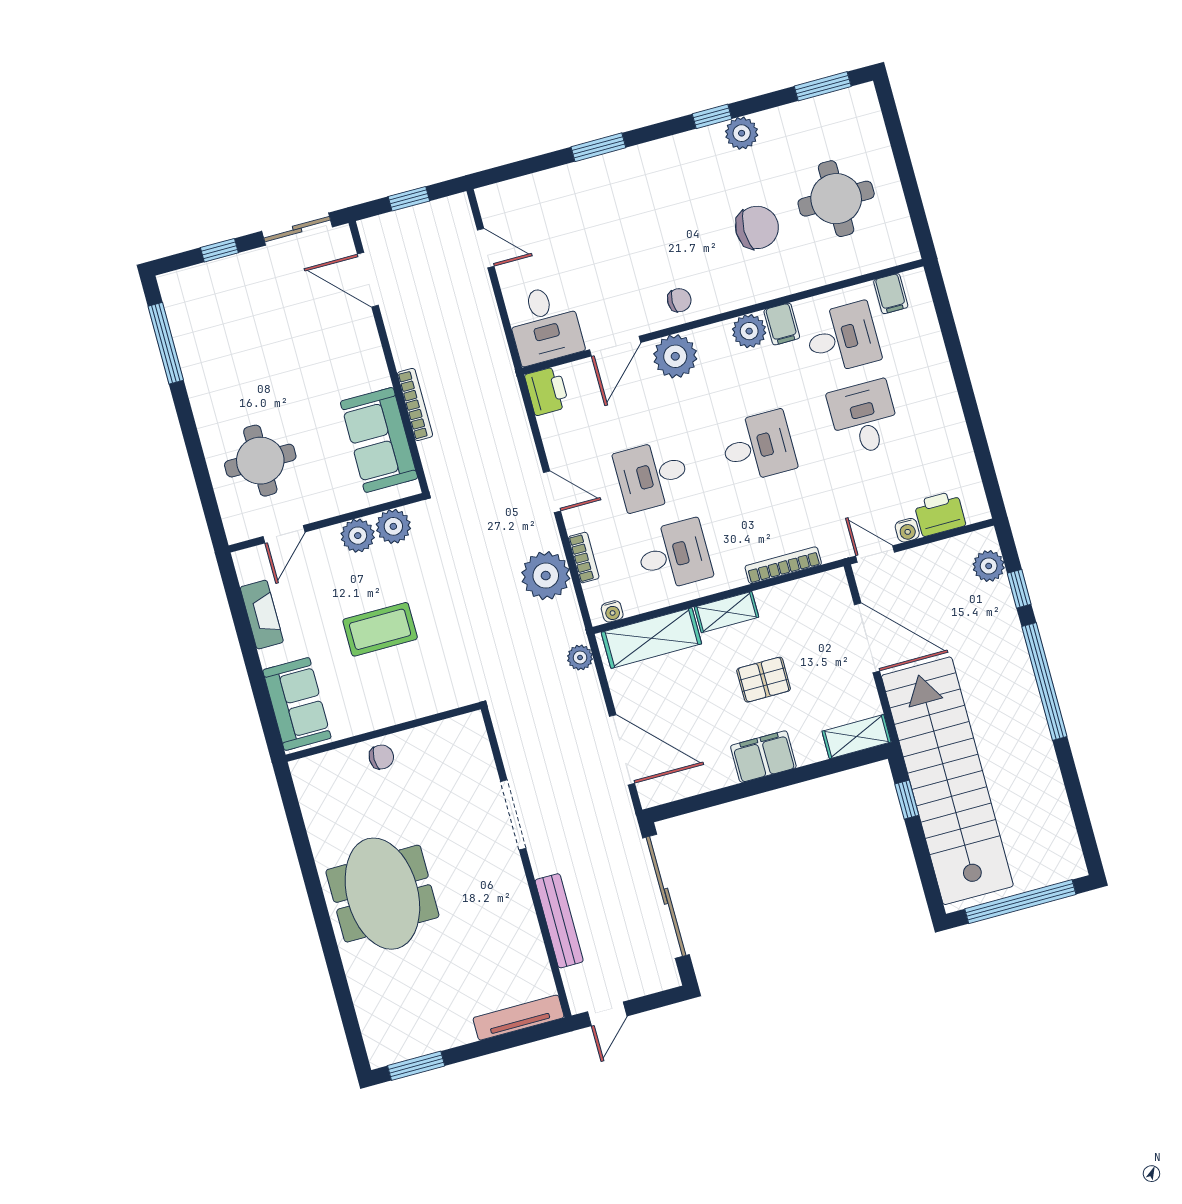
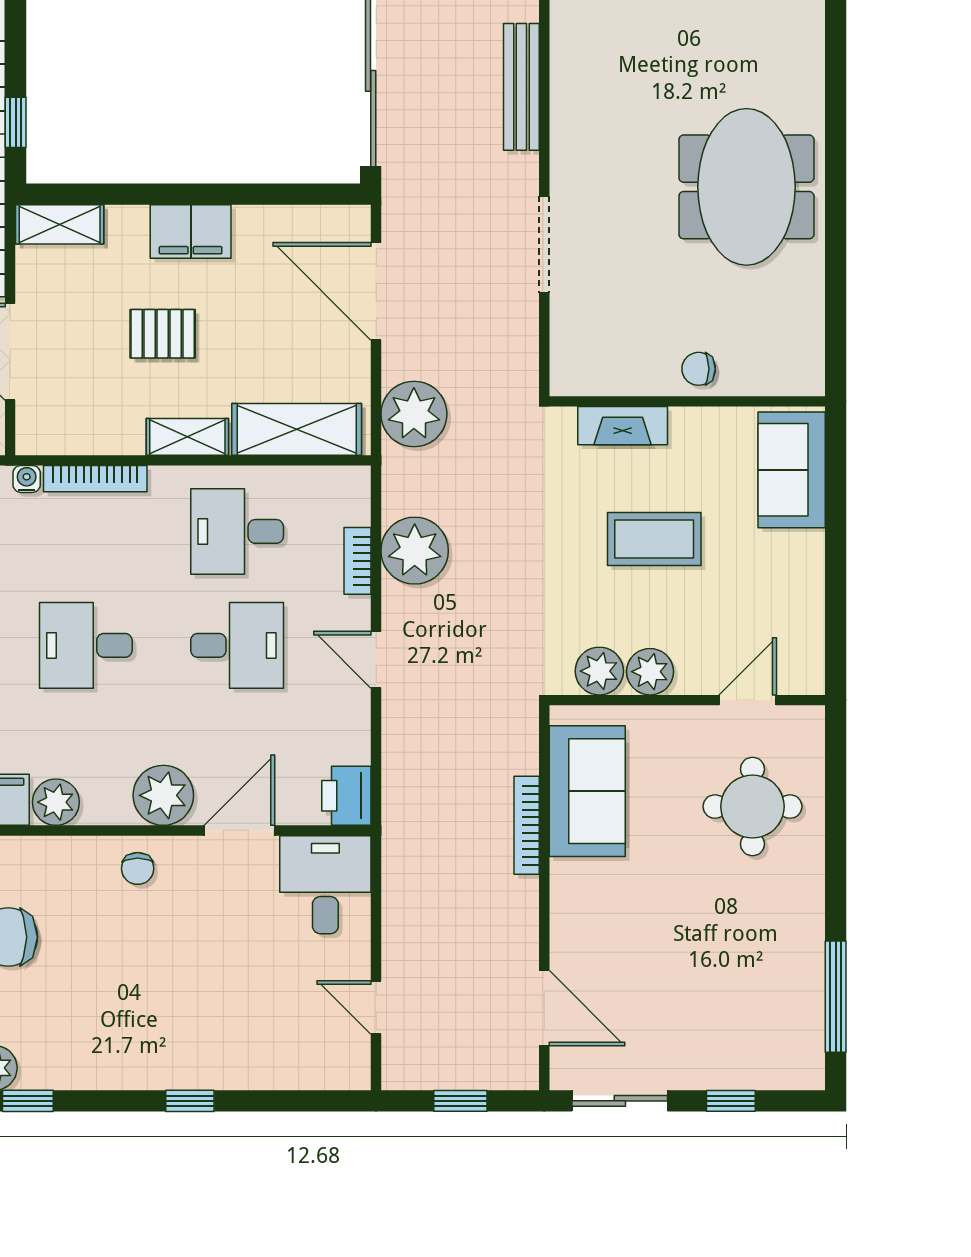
window: (598, 147) -> (190, 1101), width x0.67
chair: (679, 300) -> (138, 868), turned -90
water cooler: (612, 611) -> (27, 479), moved
fireplace: (262, 615) -> (623, 426), moved, turned -90
plant: (580, 657) -> (414, 414), width x1.87, depth x1.87

